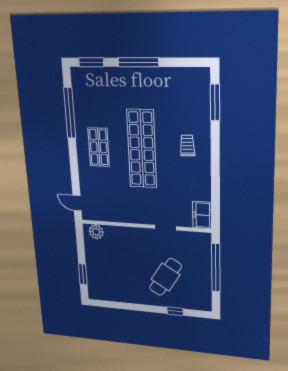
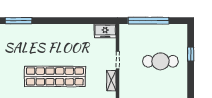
trolley: (187, 146) -> (51, 41), removed
shelving: (140, 218) -> (111, 81), added
cafe table: (165, 277) -> (160, 61), turned -32

